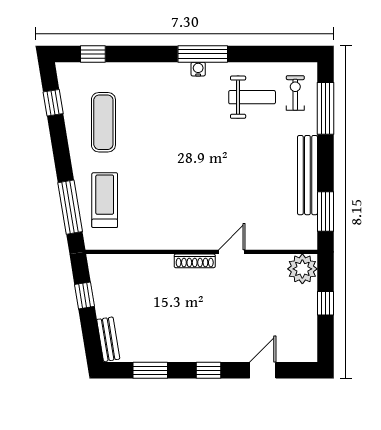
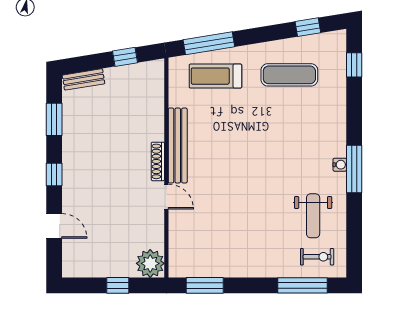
bench: (307, 175) -> (178, 146), moved, turned 90
treadmill: (105, 200) -> (215, 76), turned 180

